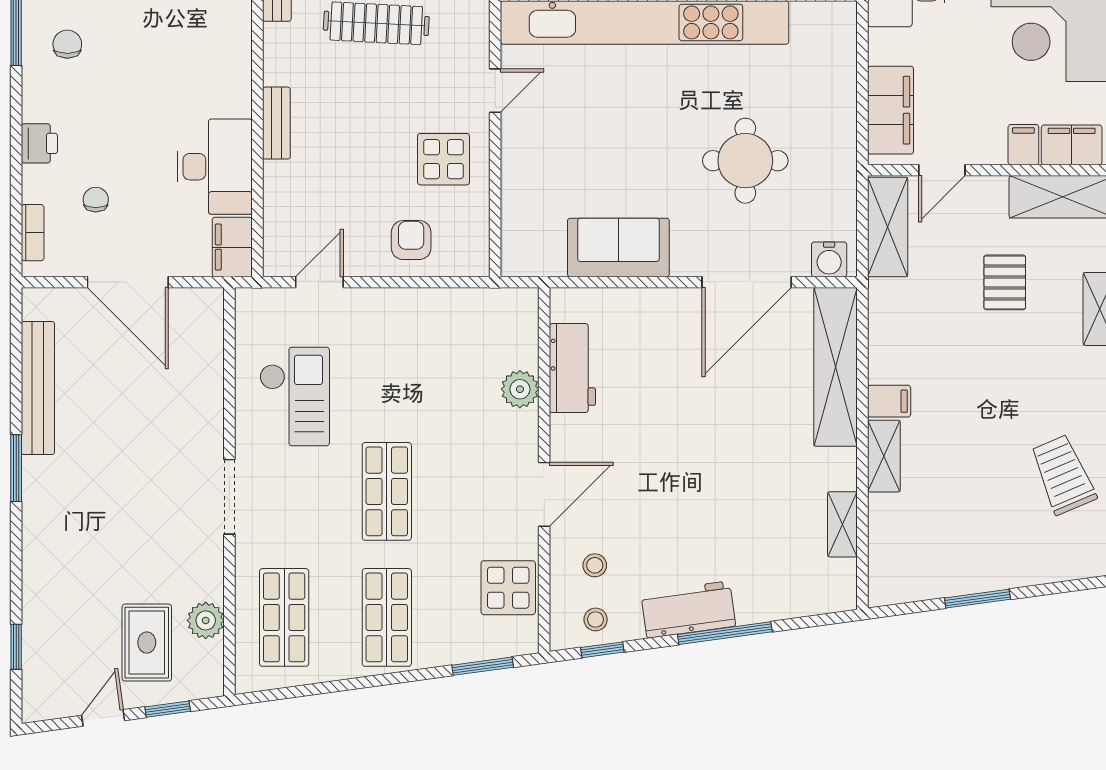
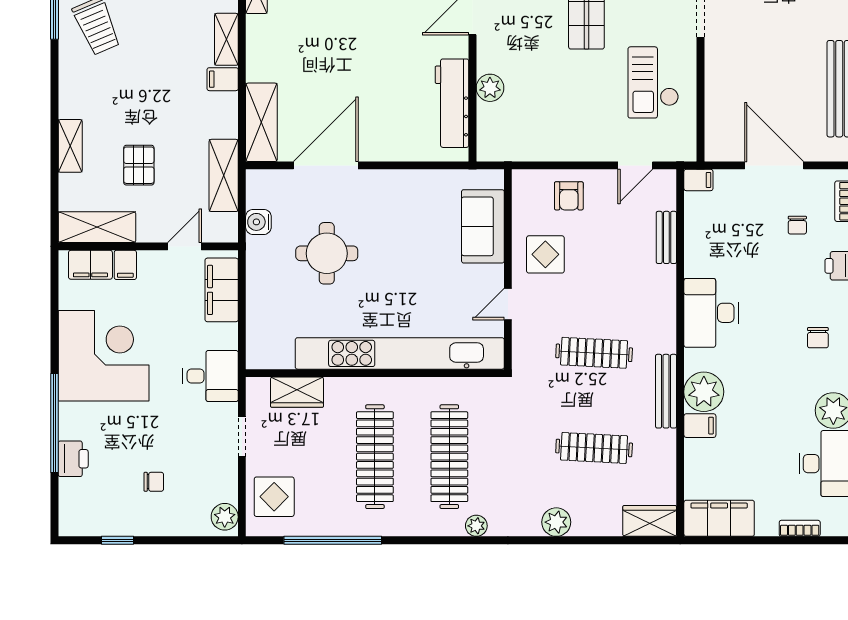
bench: (276, 123) -> (666, 237), moved
desk: (215, 167) -> (711, 313), moved
shelving: (888, 227) -> (224, 175), moved
filing cabinet: (232, 247) -> (698, 180), width x0.50
sofa: (618, 248) -> (483, 226), moved, turned 90
water cooler: (829, 259) -> (258, 222), moved, turned -90
shelving: (836, 367) -> (261, 122), width x0.68
workbench: (572, 368) -> (452, 103), width x1.38

